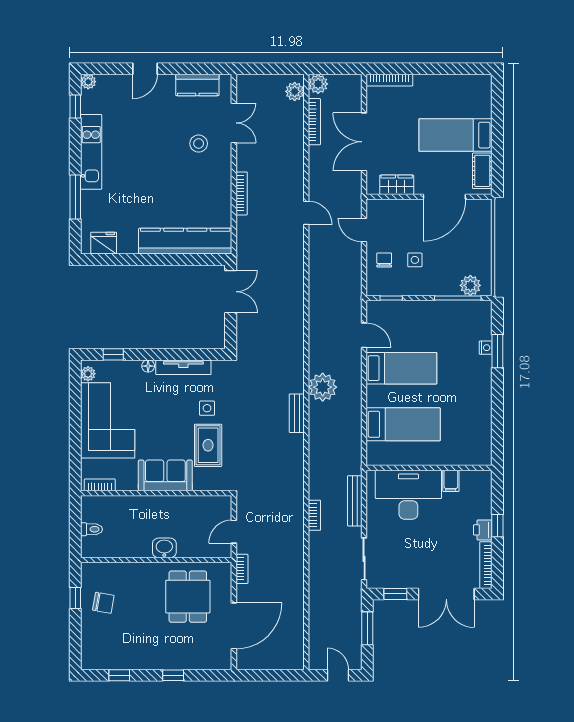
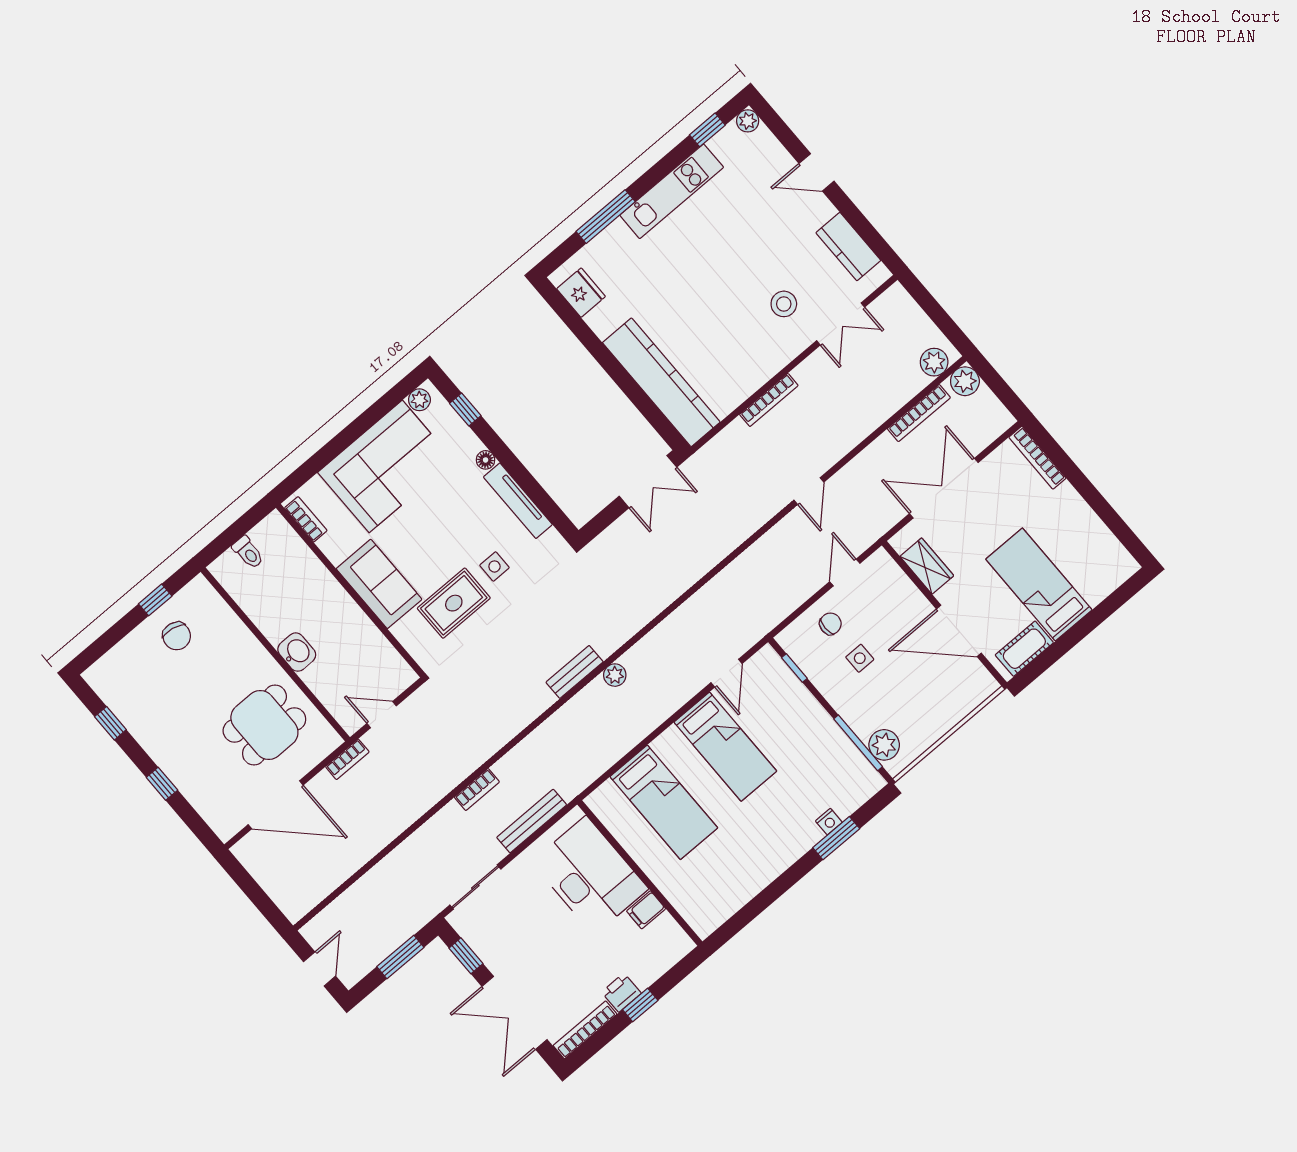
plant: (323, 387) -> (615, 675), width x0.53, depth x0.53

